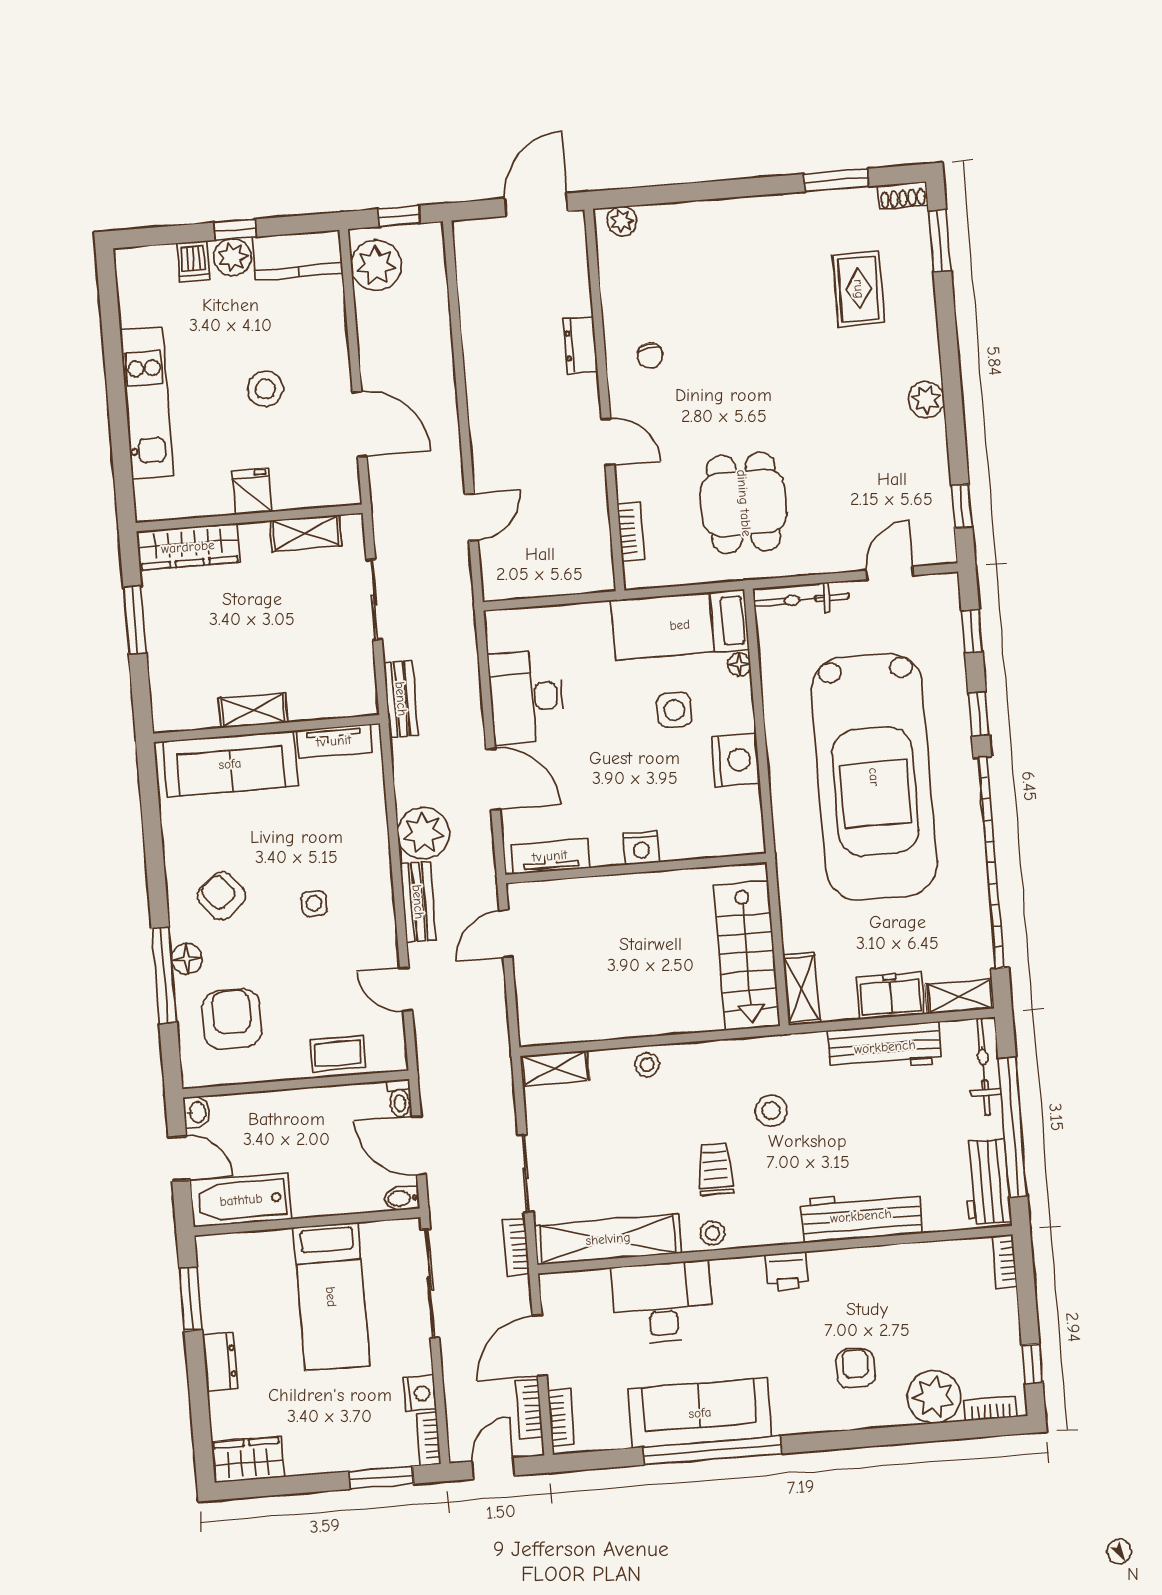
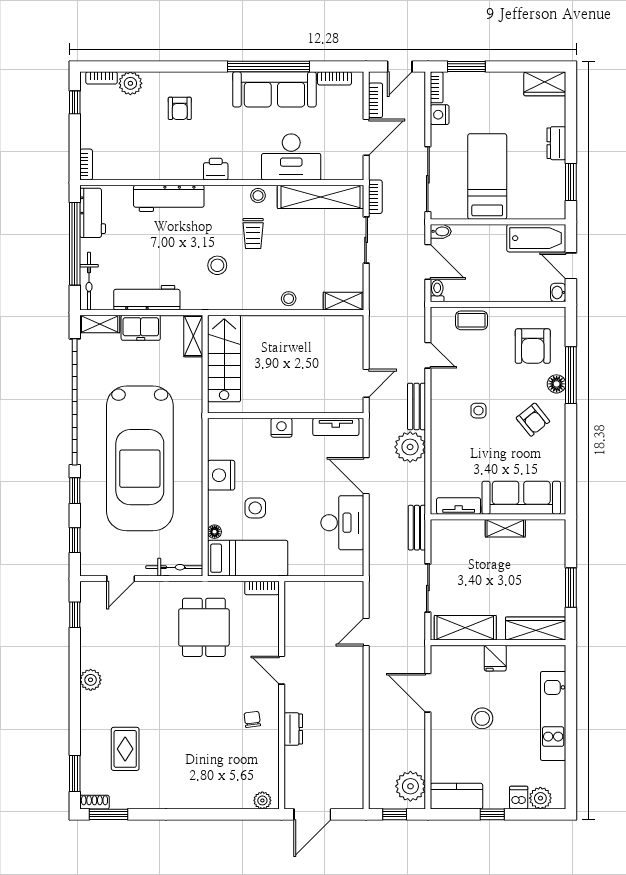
window: (836, 180) -> (108, 814), moved
plant: (233, 257) -> (540, 798), moved
bookcase: (631, 532) -> (262, 588), moved, turned -90
shelving: (306, 533) -> (465, 628), width x1.50, depth x1.33
car: (874, 777) -> (140, 458), turned 180
plant: (934, 1397) -> (130, 83), width x0.73, depth x0.73
bookcase: (561, 1418) -> (335, 78), moved, turned -90

